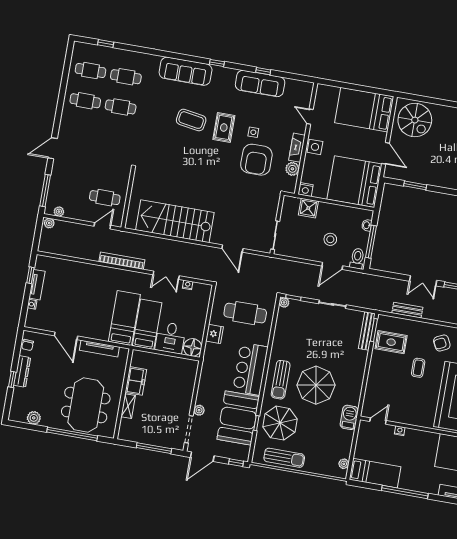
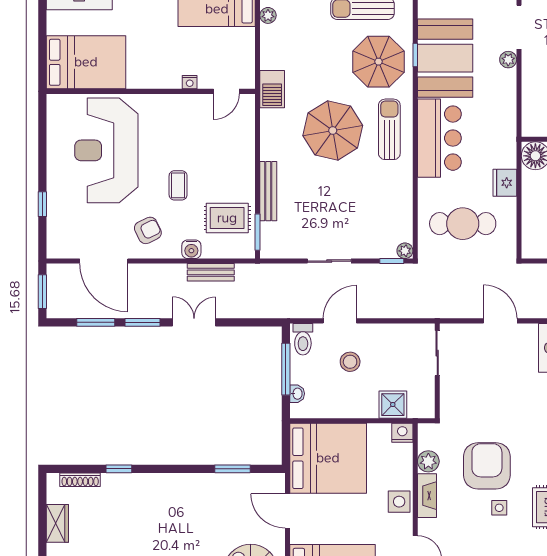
water cooler: (417, 327) -> (191, 249), added
bench: (367, 331) -> (268, 191), moved

